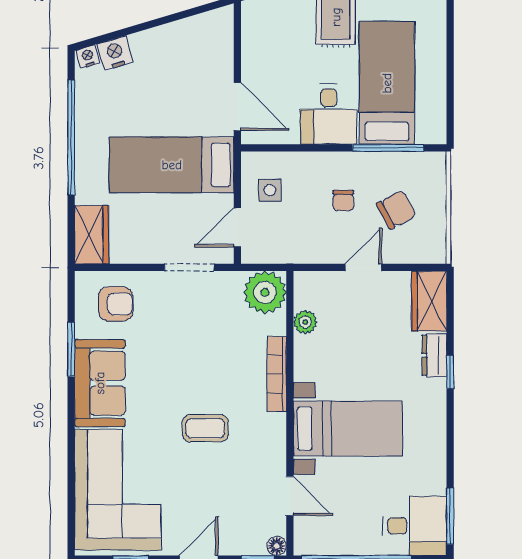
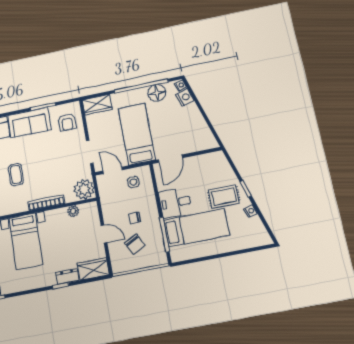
floor lamp: (93, 108) -> (157, 93), added

